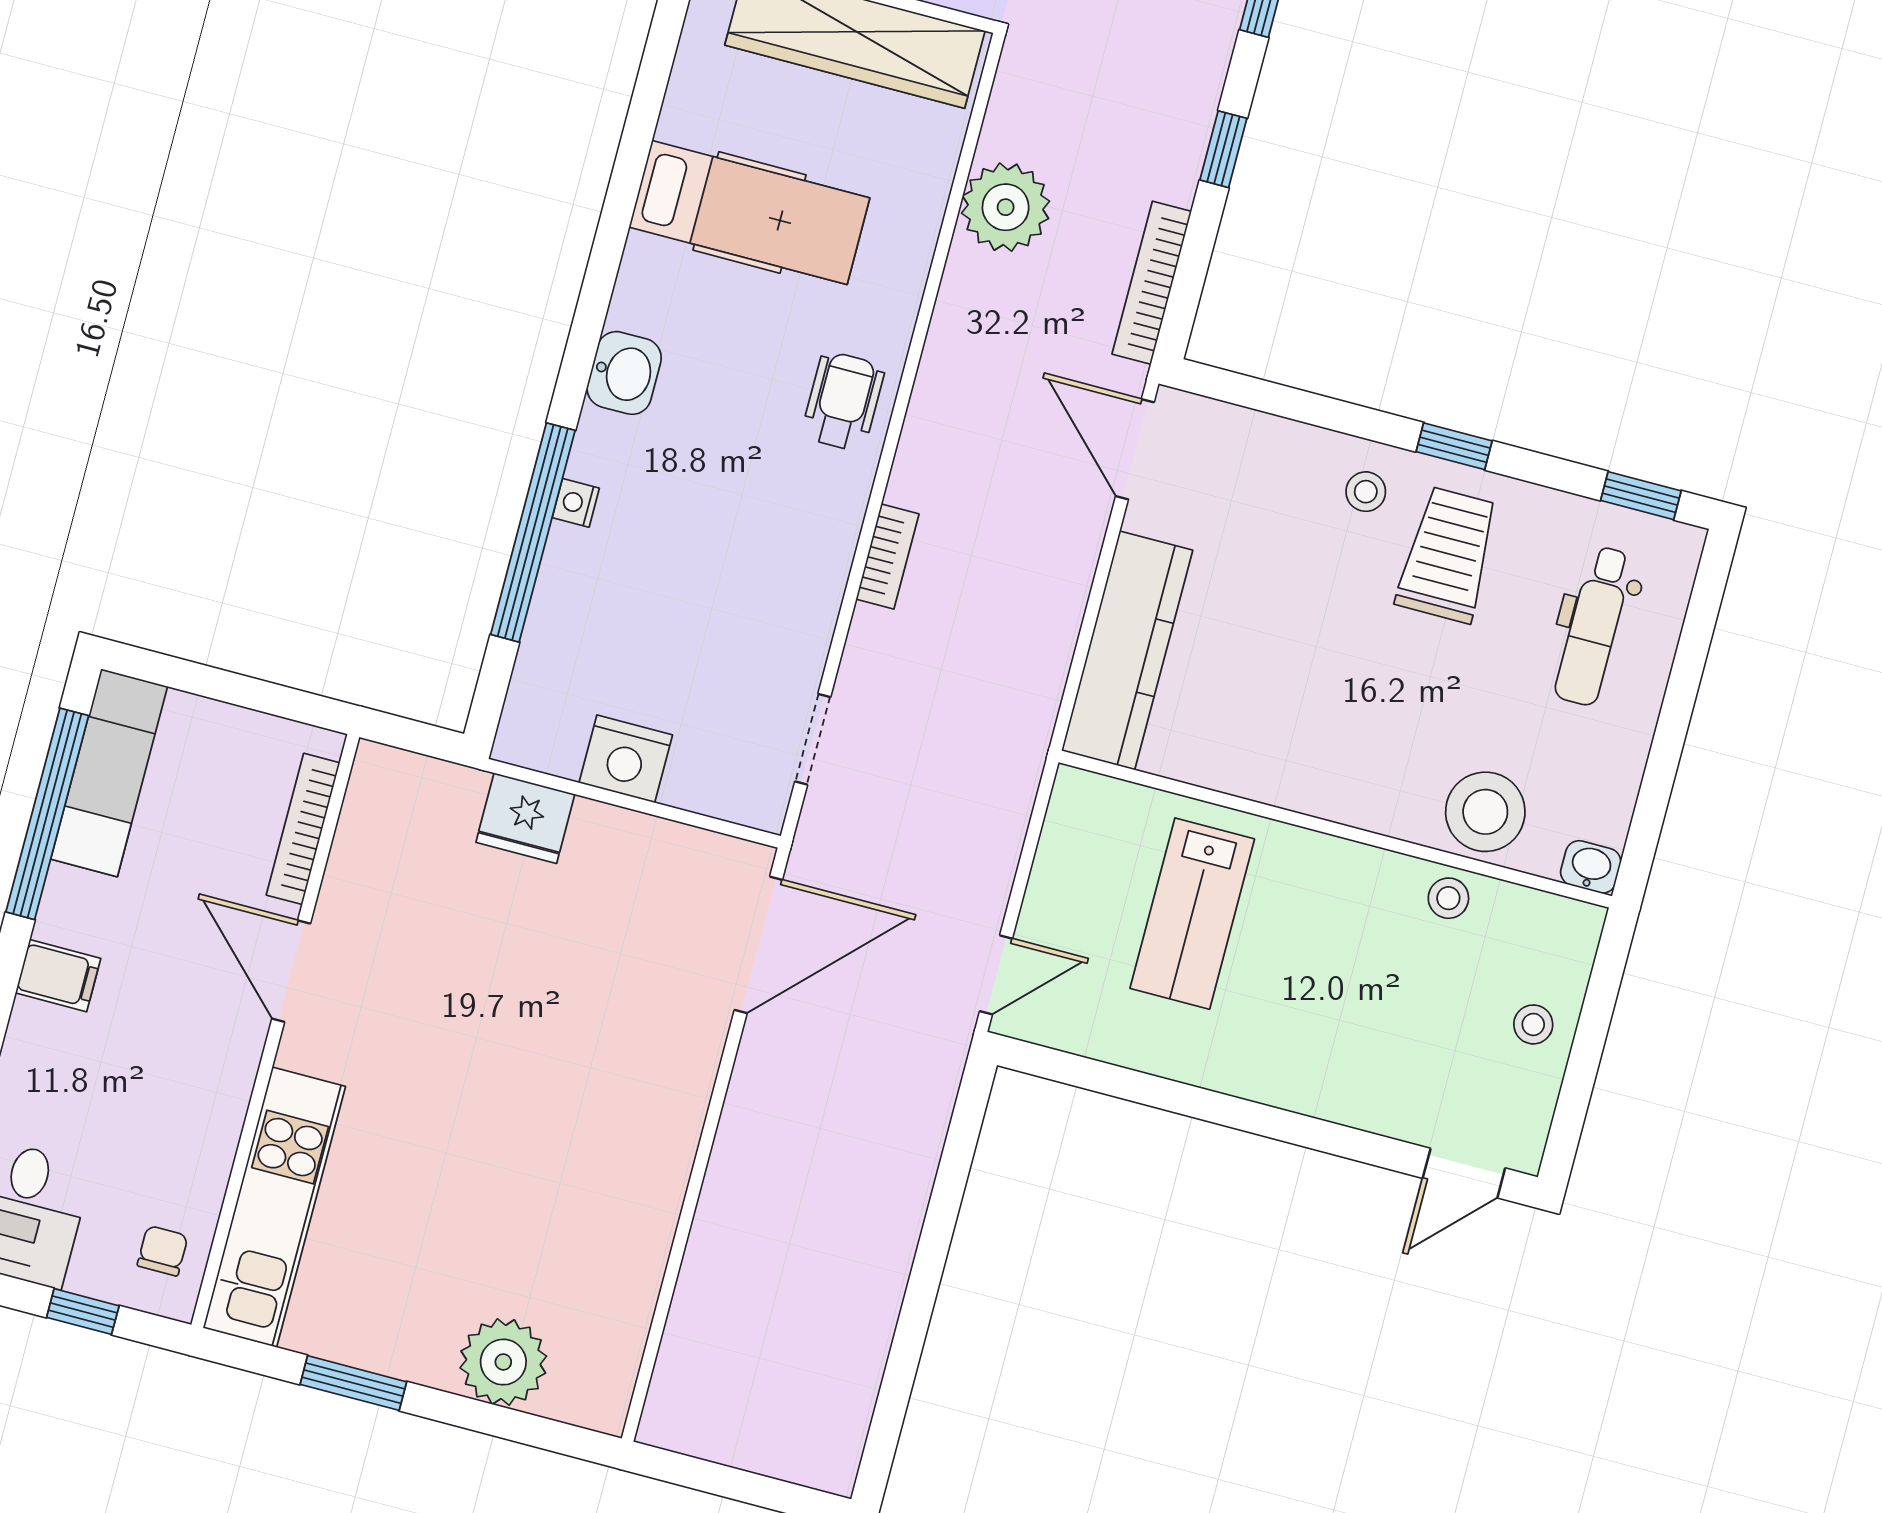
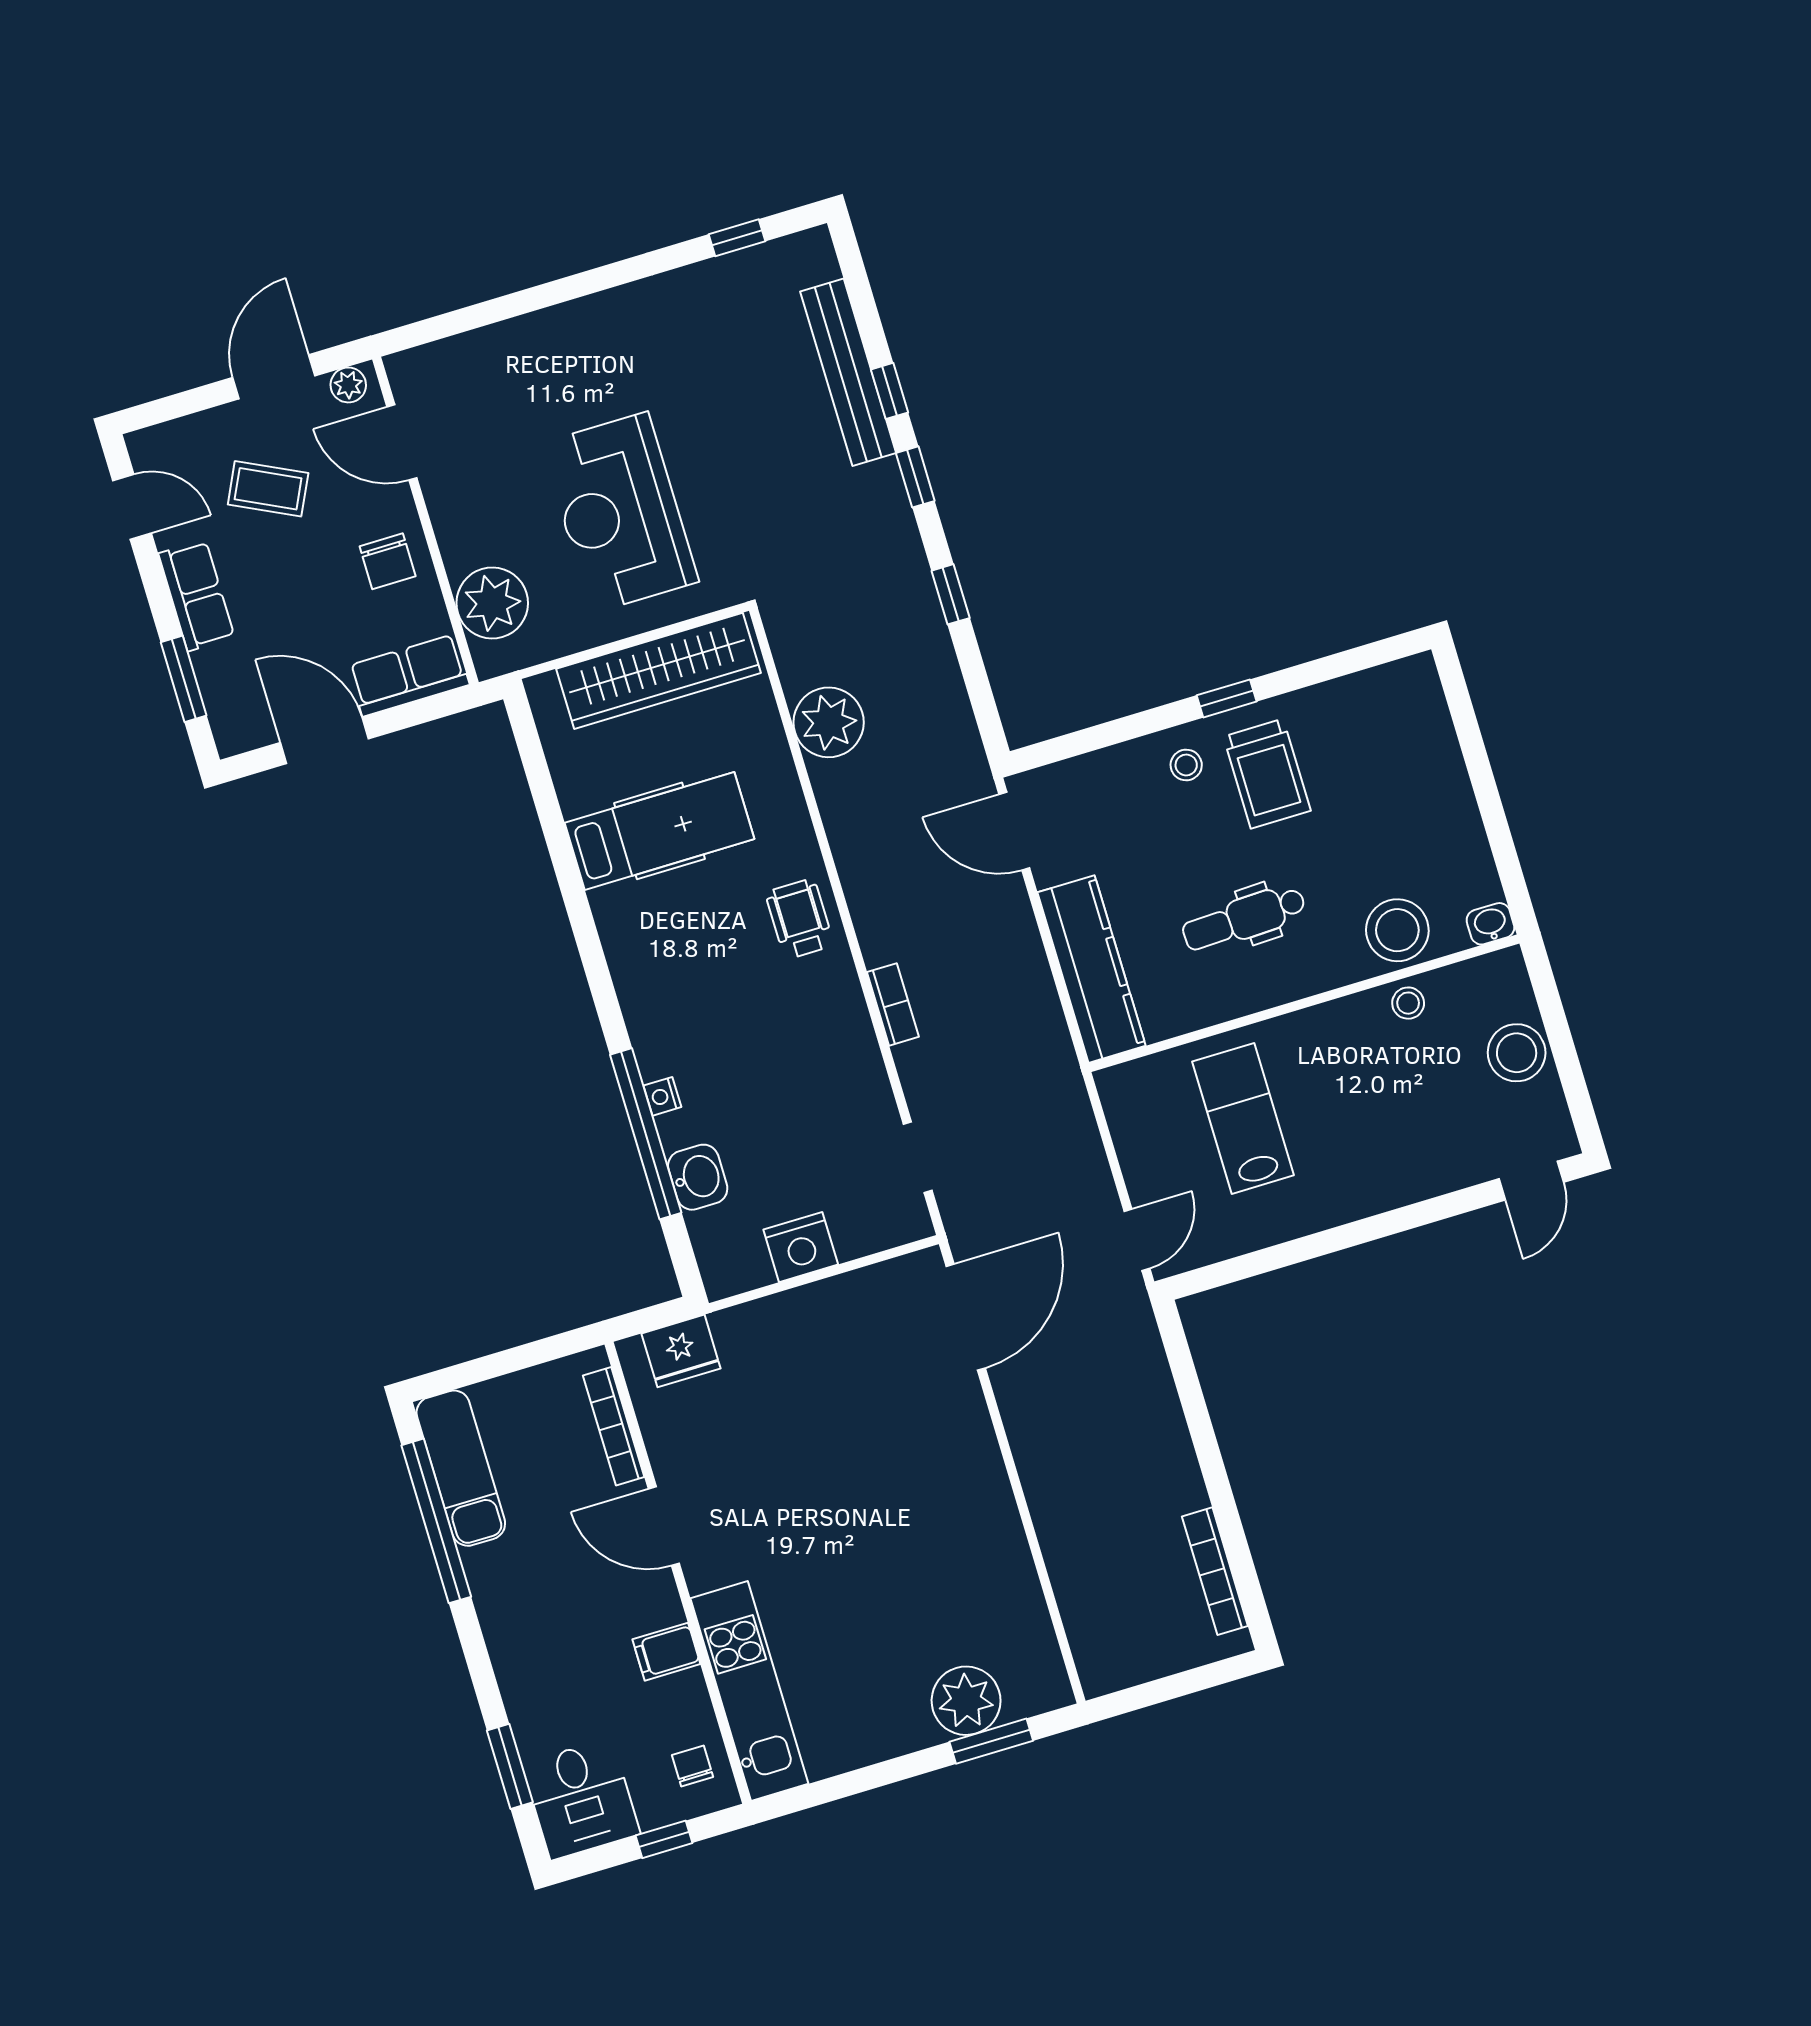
bookcase: (1152, 283) -> (1215, 1571), moved
washbasin: (624, 373) -> (698, 1177), moved
window: (1641, 496) -> (1372, 655), removed
trolley: (1448, 555) -> (1267, 774), turned 180
dental chair: (1594, 626) -> (1244, 919), moved, turned 88
fridge: (525, 818) -> (681, 1351), moved
lab bench: (1192, 914) -> (1243, 1118), turned 180
filing cabinet: (58, 976) -> (666, 1652), moved, turned 180
stool: (1533, 1024) -> (1517, 1053), width x1.89, depth x1.89
window: (353, 1383) -> (991, 1741), moved

